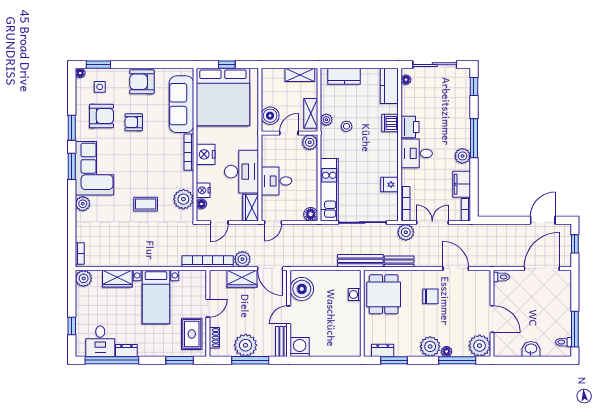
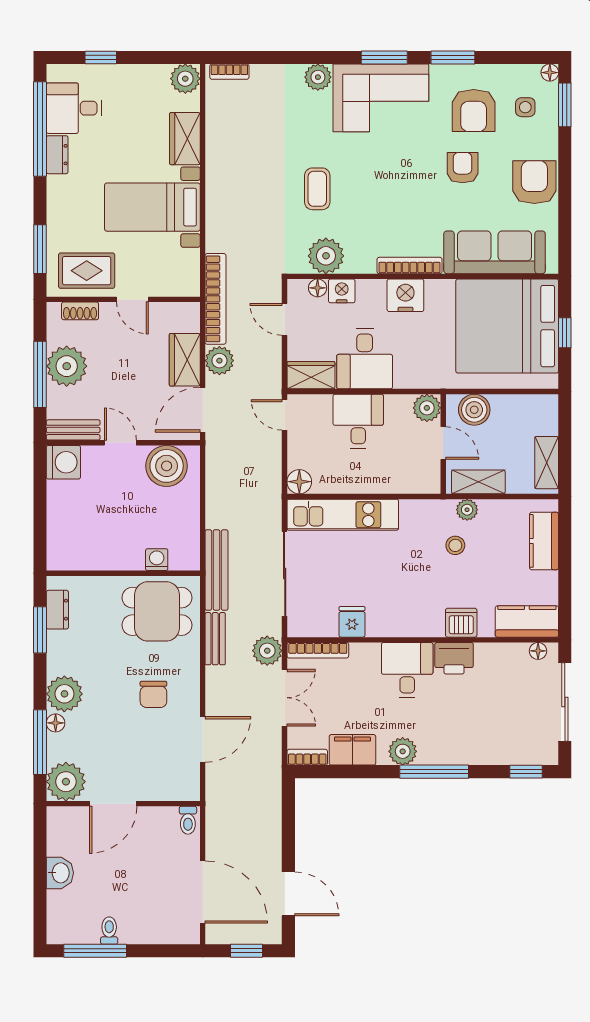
plant: (310, 142) -> (427, 408), moved
desk: (242, 172) -> (365, 359), width x0.73
toilet: (563, 342) -> (109, 931), moved

